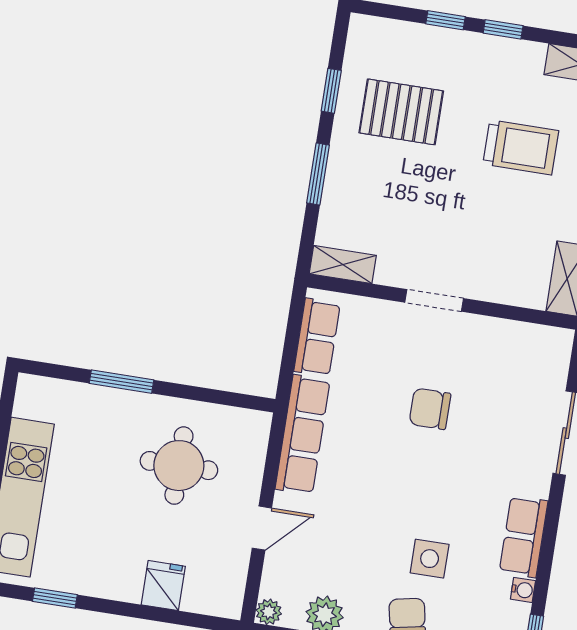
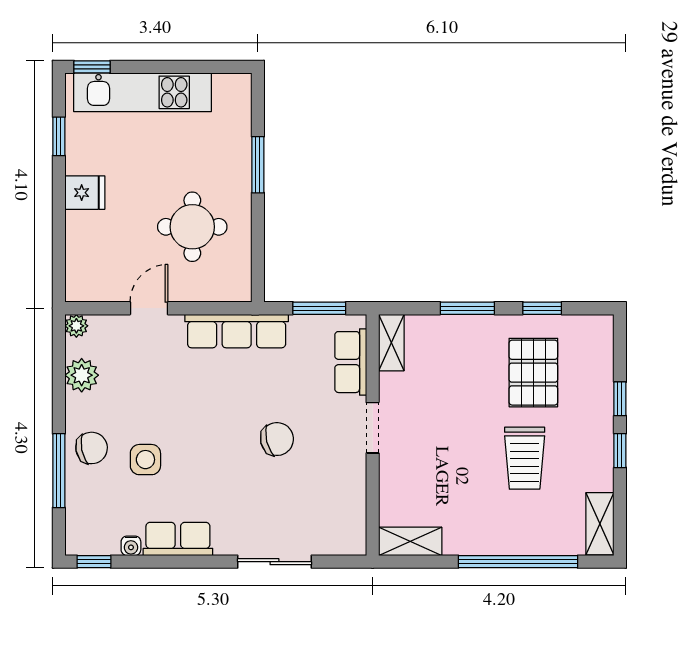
trolley: (521, 147) -> (525, 458), moved
row of seats: (317, 337) -> (351, 362), moved, turned 90
window: (292, 339) -> (319, 308), added
chair: (430, 409) -> (277, 439), turned 76
door: (262, 528) -> (149, 308), swing flipped
fridge: (163, 586) -> (85, 193), moved

